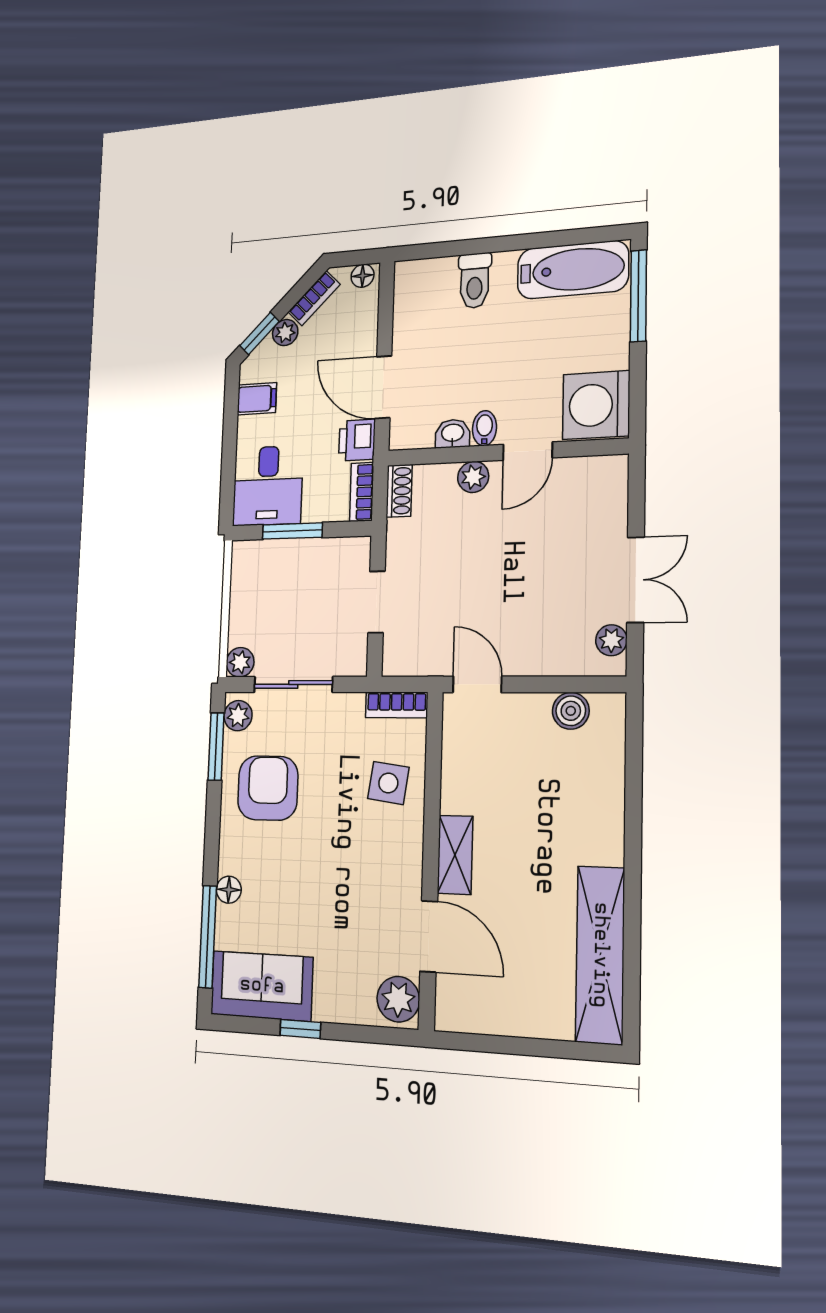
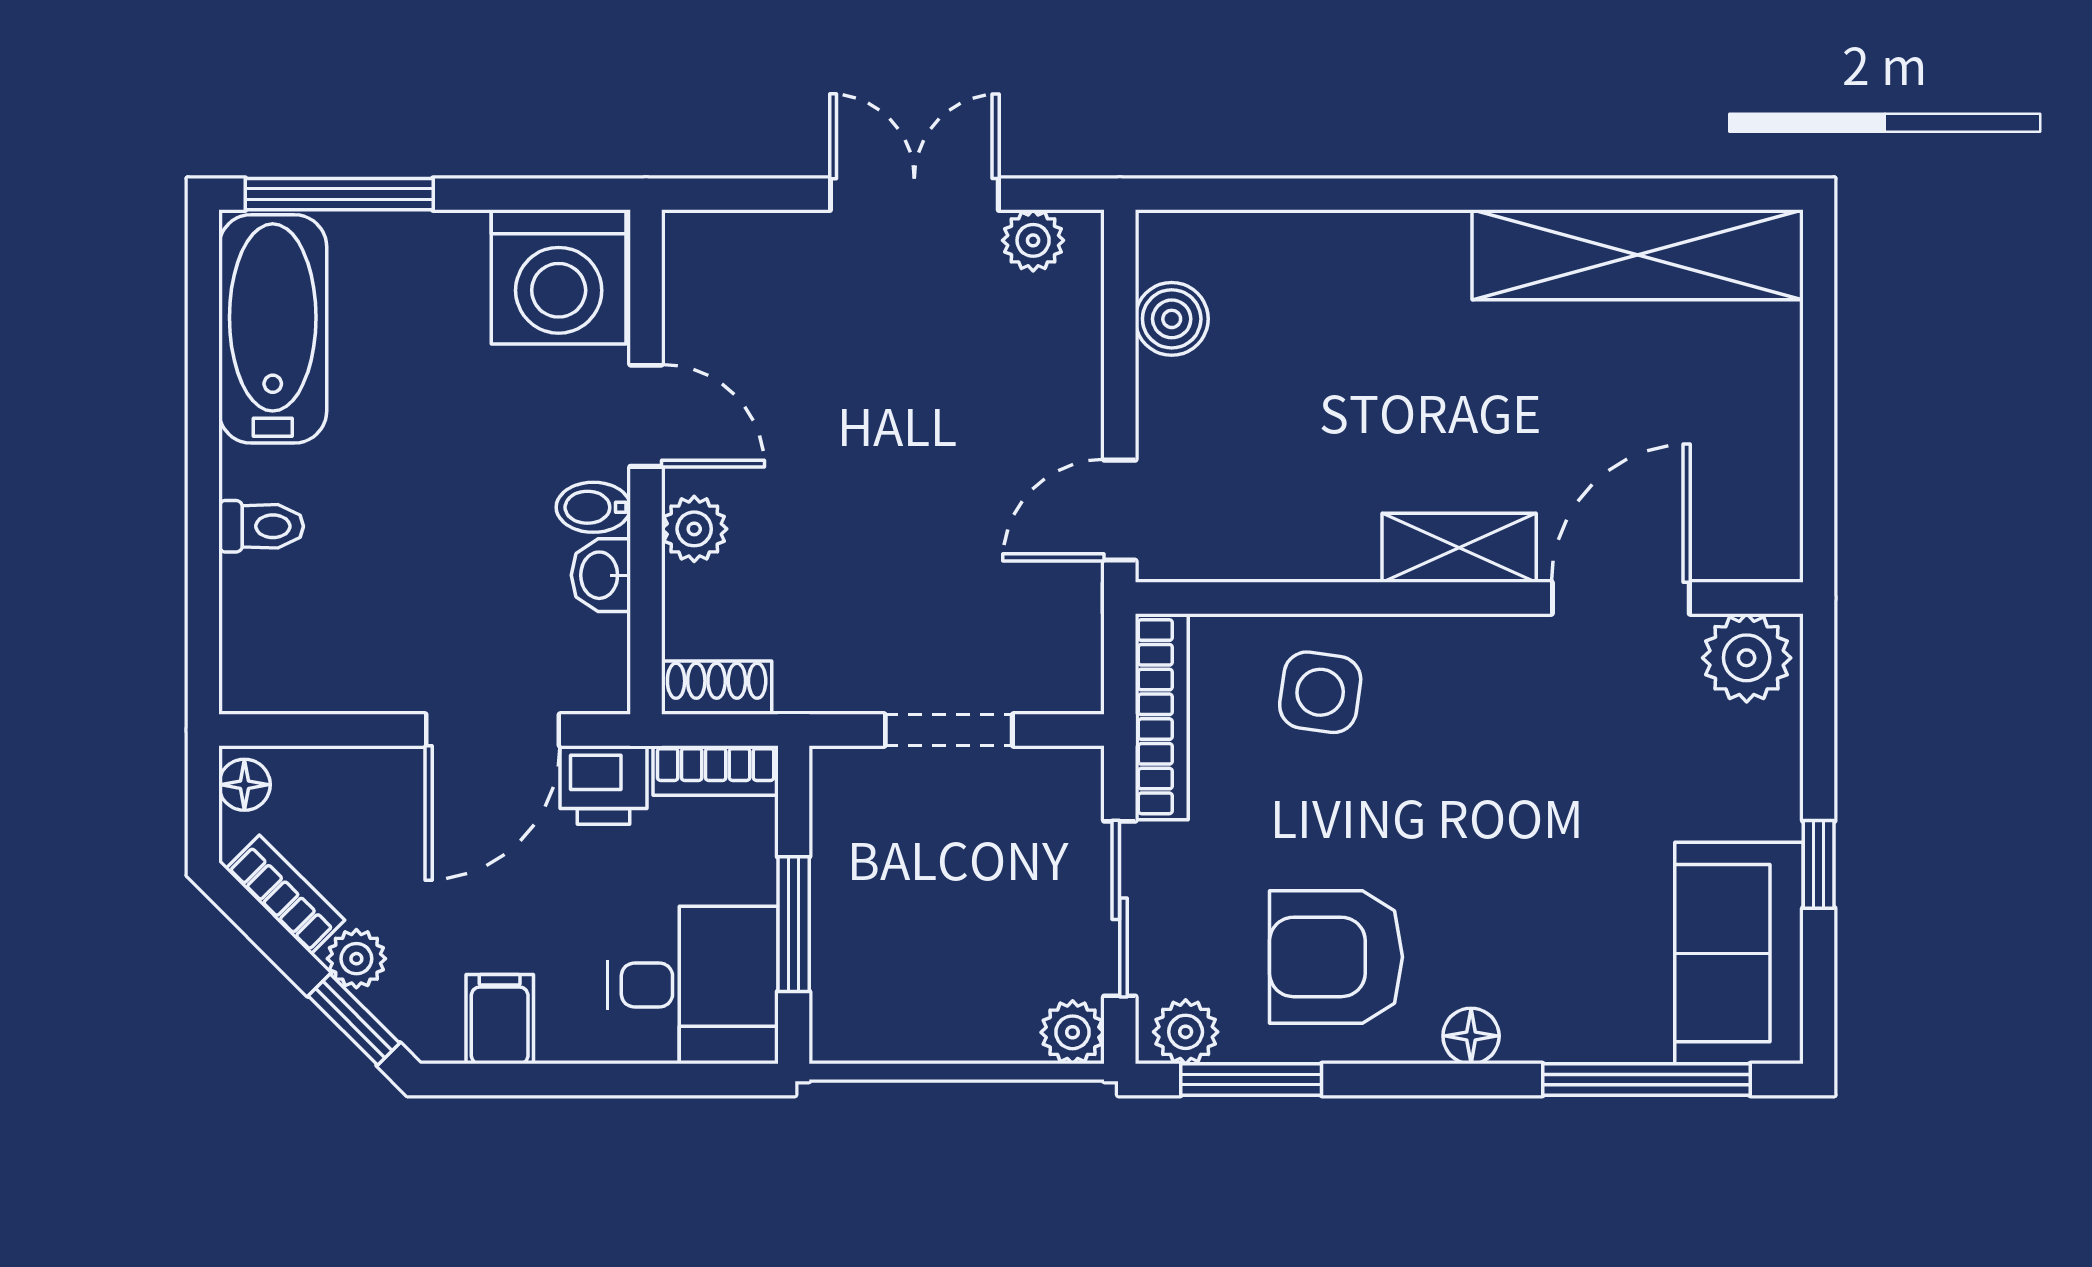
toilet: (475, 281) -> (261, 526), width x0.73, depth x0.72
bookcase: (397, 705) -> (1162, 717), width x1.56
floor lamp: (229, 890) -> (1471, 1036), moved

